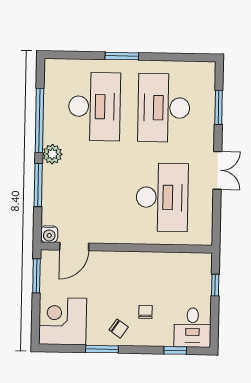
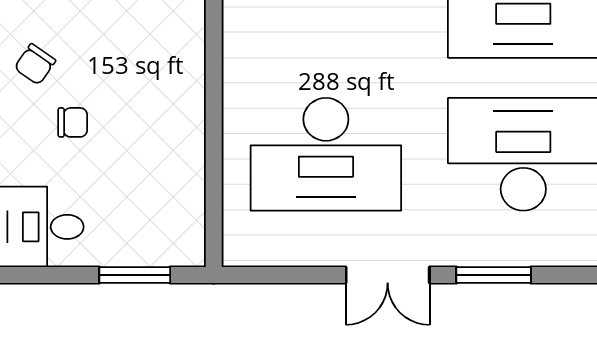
window: (219, 107) -> (494, 275), moved
window: (215, 285) -> (135, 275), width x1.50

